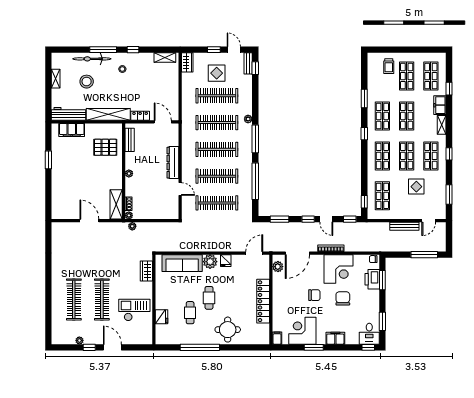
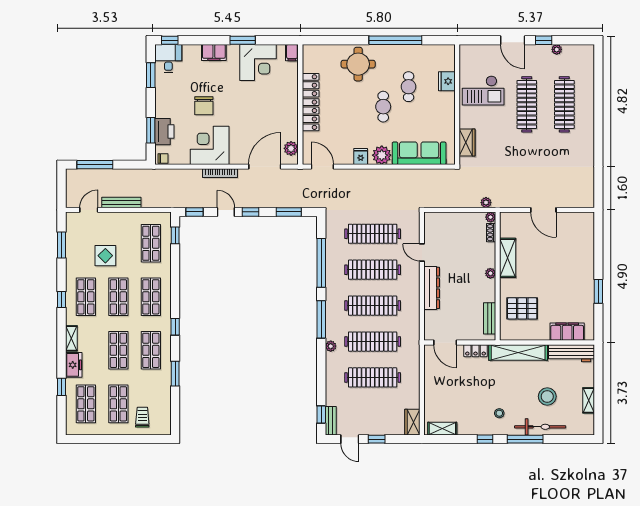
display table: (217, 73) -> (373, 408), removed
shelving: (116, 204) -> (508, 258), moved
door: (254, 253) -> (322, 167), swing flipped
chair: (314, 295) -> (242, 110), removed

